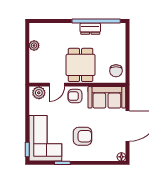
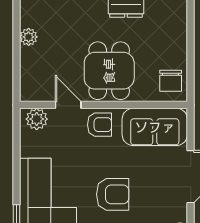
door: (57, 85) -> (68, 105), swing flipped
armchair: (75, 96) -> (99, 125), turned 180

